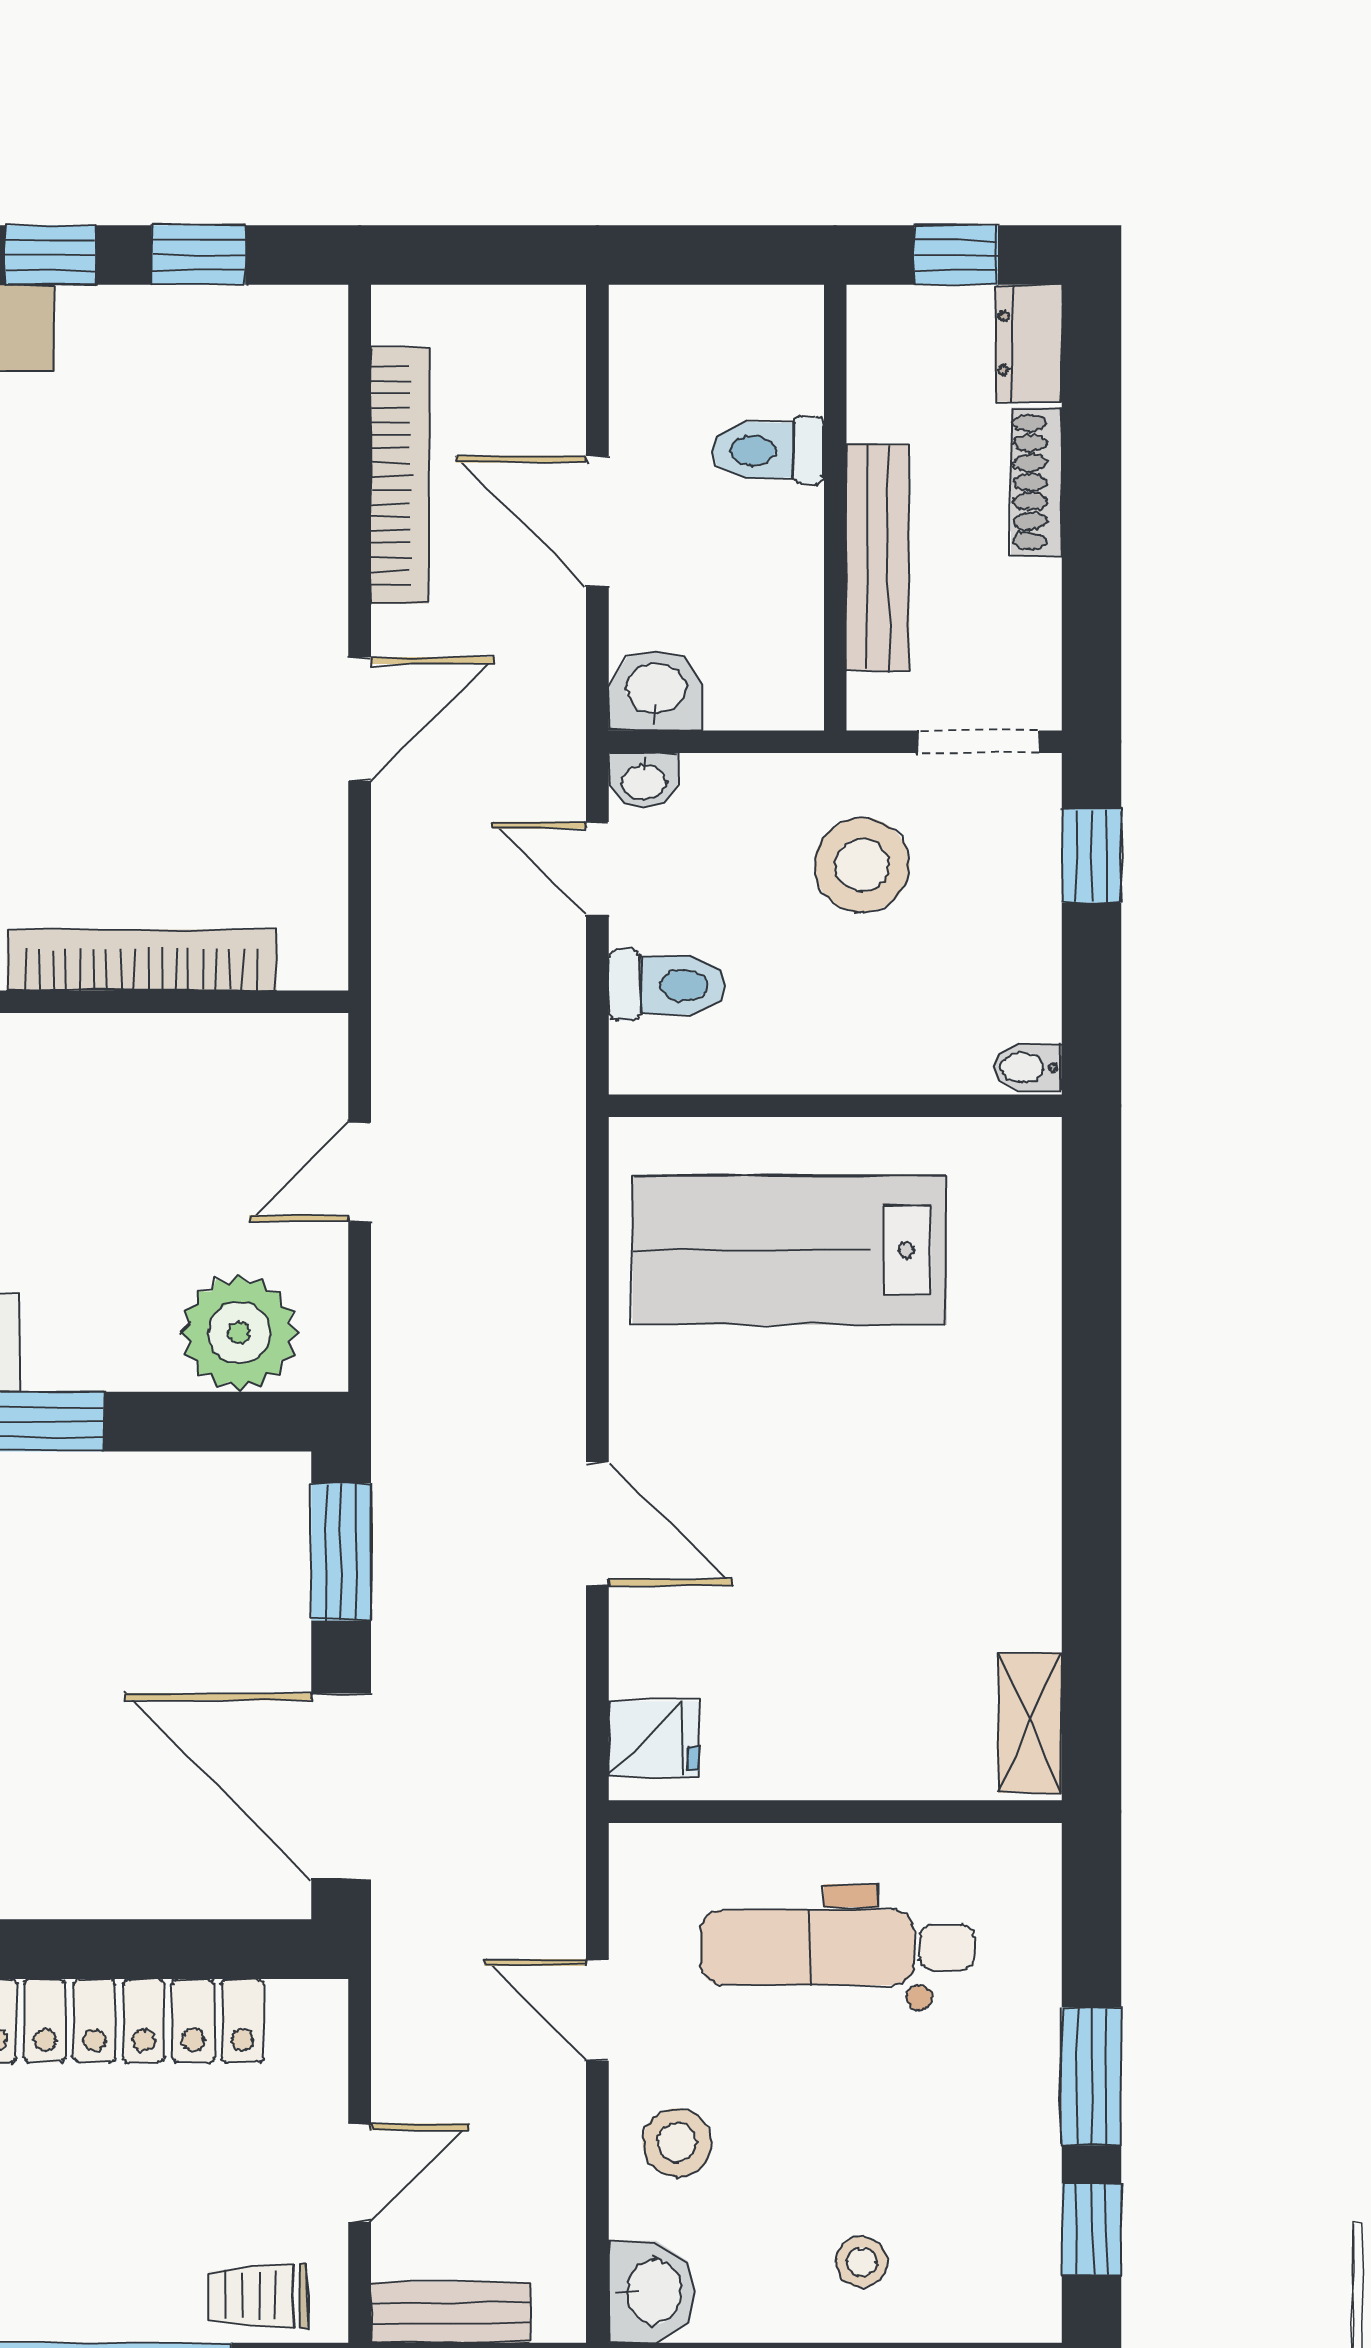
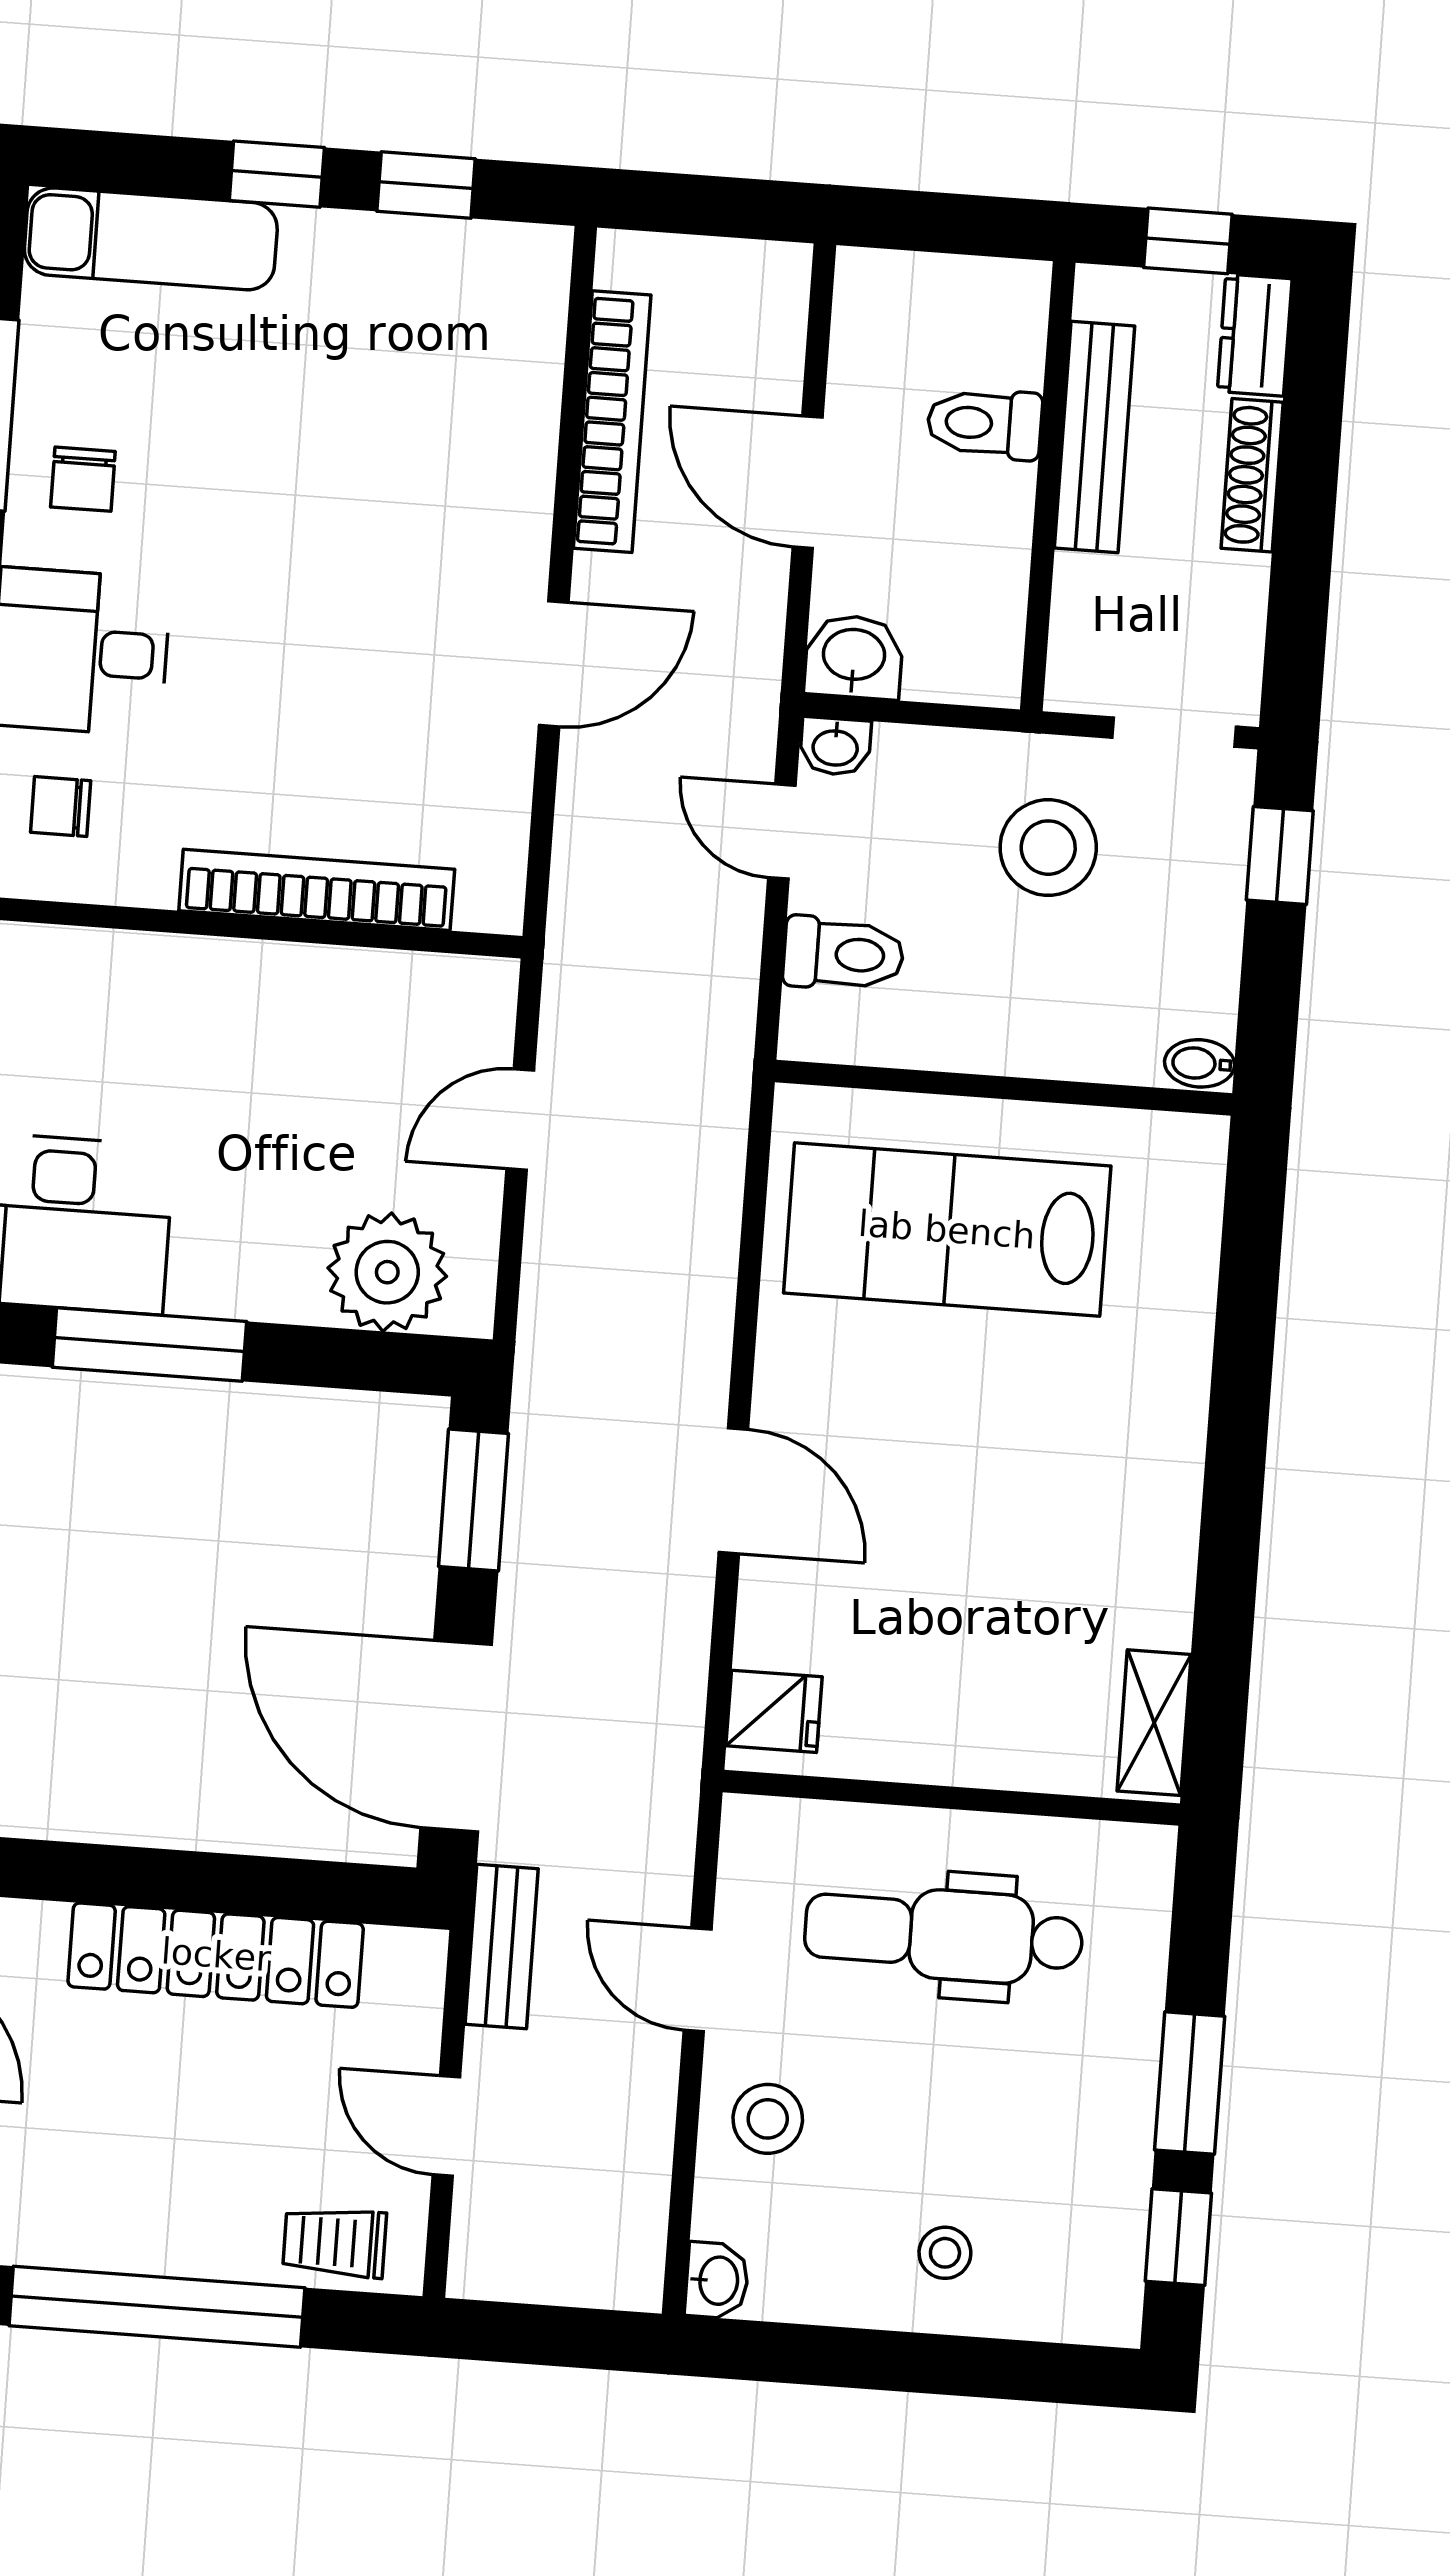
bench: (878, 558) -> (1095, 437), moved
door: (360, 2173) -> (446, 2126), swing flipped
washbasin: (652, 2292) -> (717, 2281), width x0.72, depth x0.69
bench: (450, 2312) -> (502, 1946), moved, turned 90

